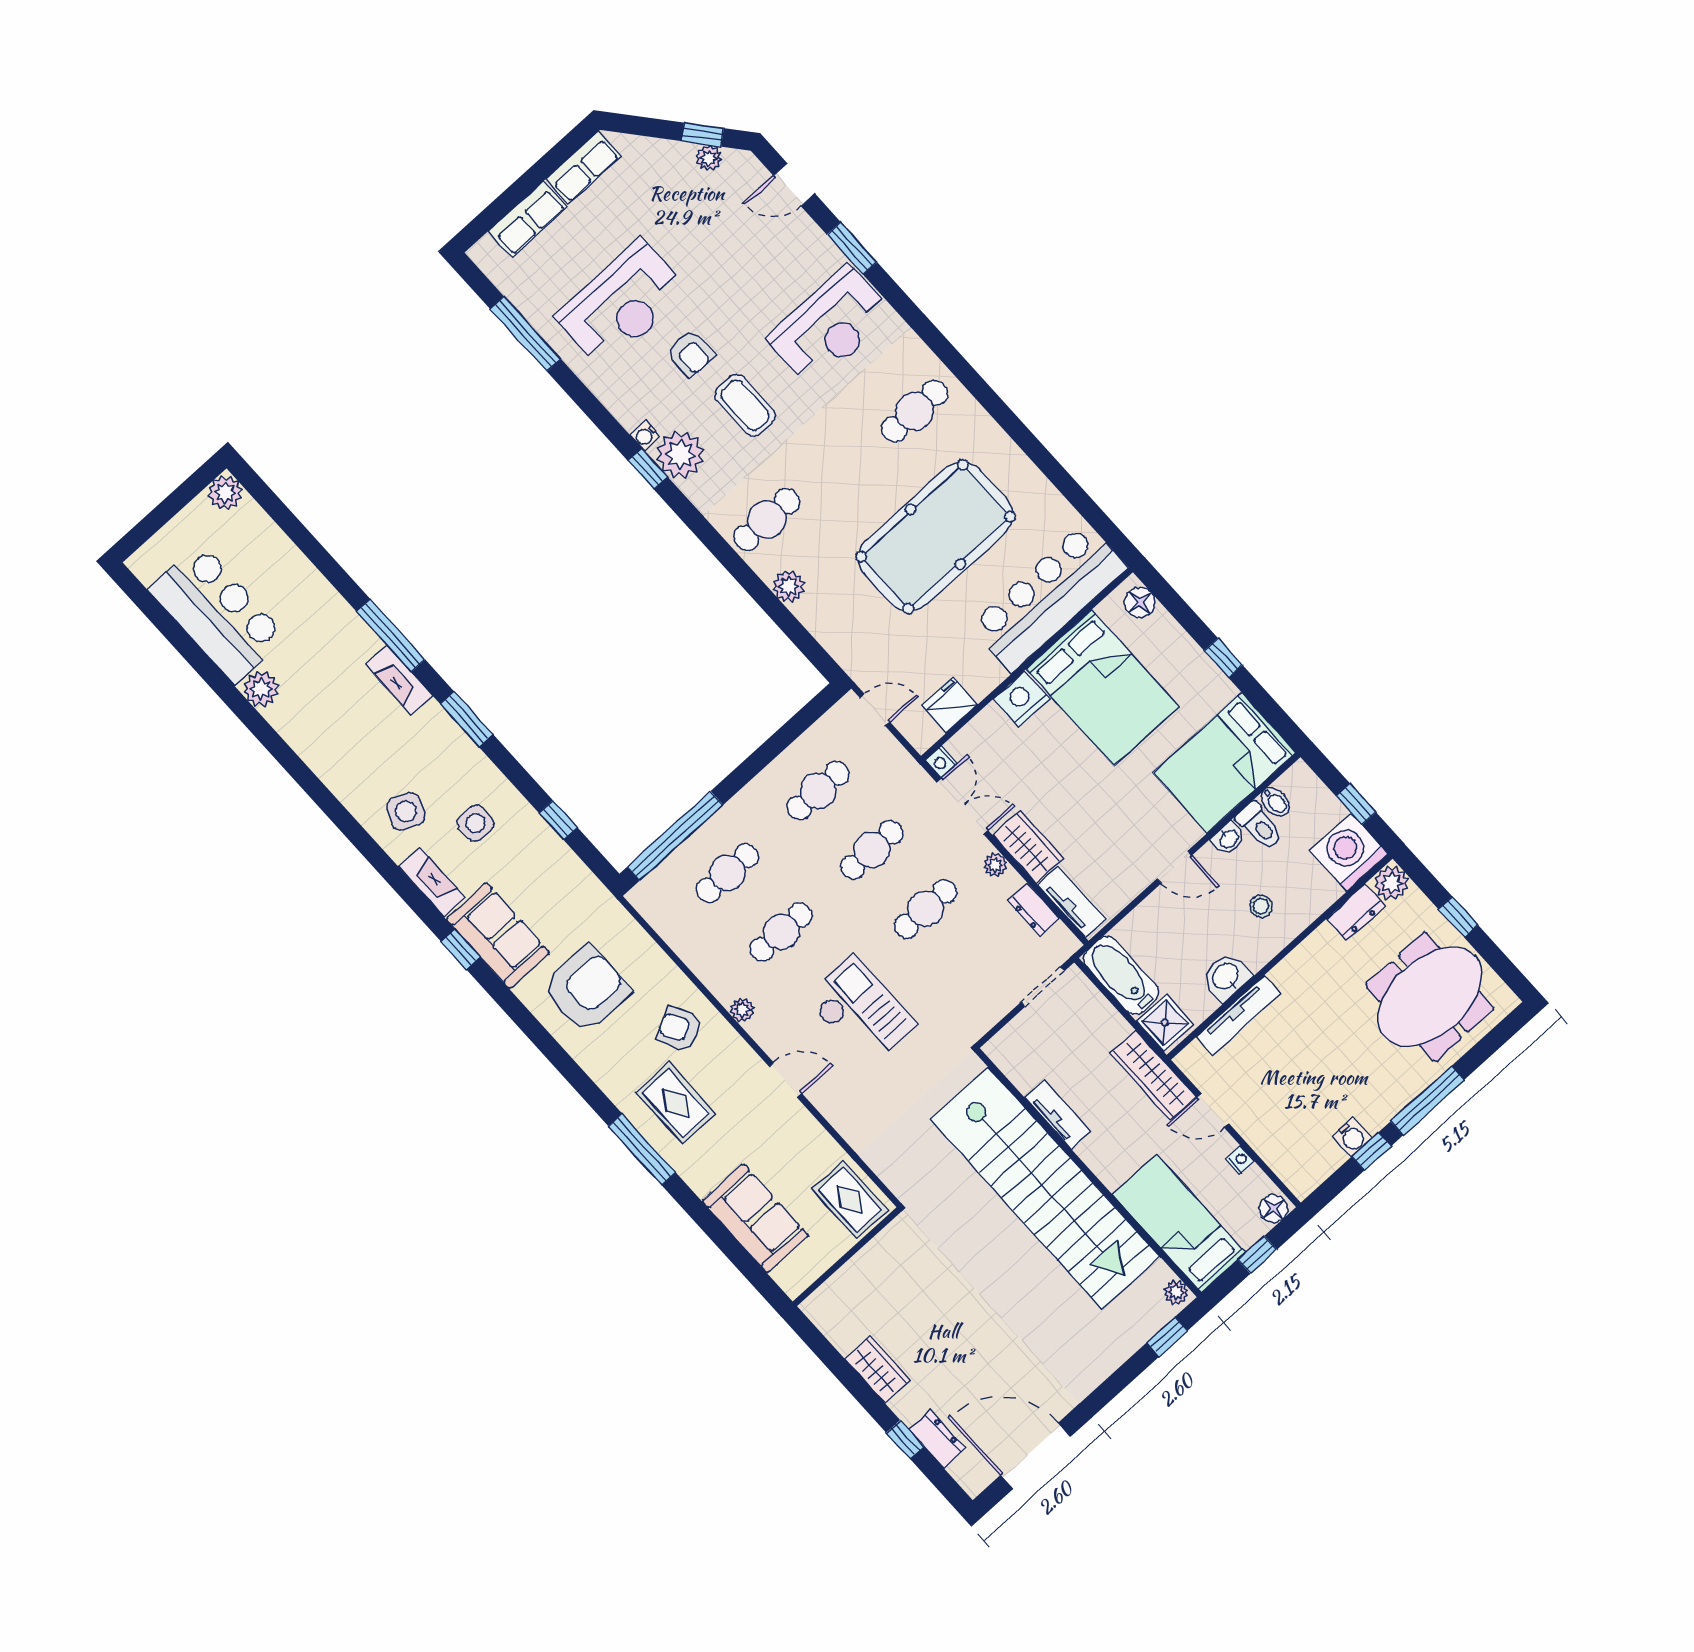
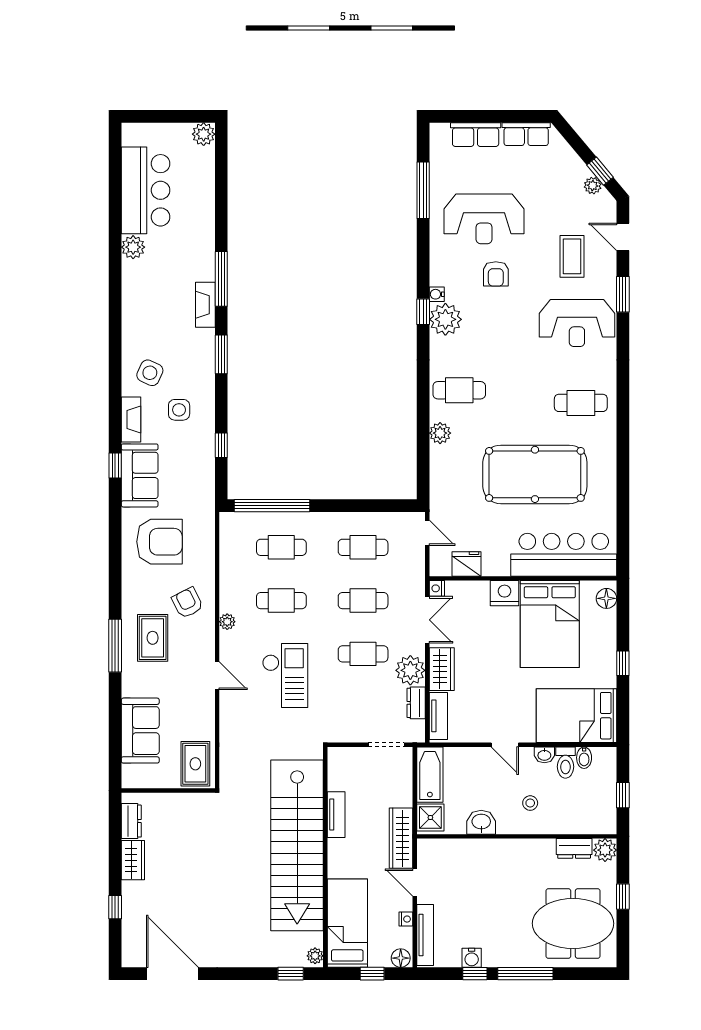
coffee table: (745, 405) -> (572, 256), moved
washing machine: (1349, 852) -> (598, 816), removed
plant: (995, 865) -> (410, 670), width x1.88, depth x1.88
tv unit: (1238, 1015) -> (425, 935), moved, turned -90
dresser: (937, 1439) -> (131, 821), moved

